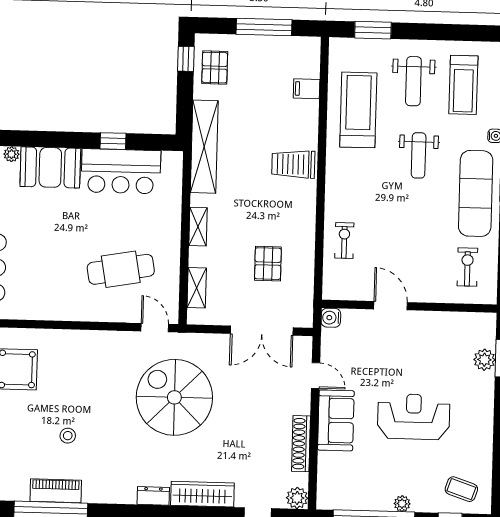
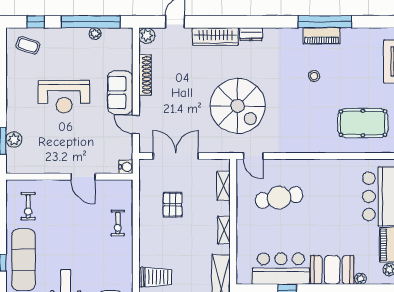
plant: (402, 504) -> (95, 34), moved

